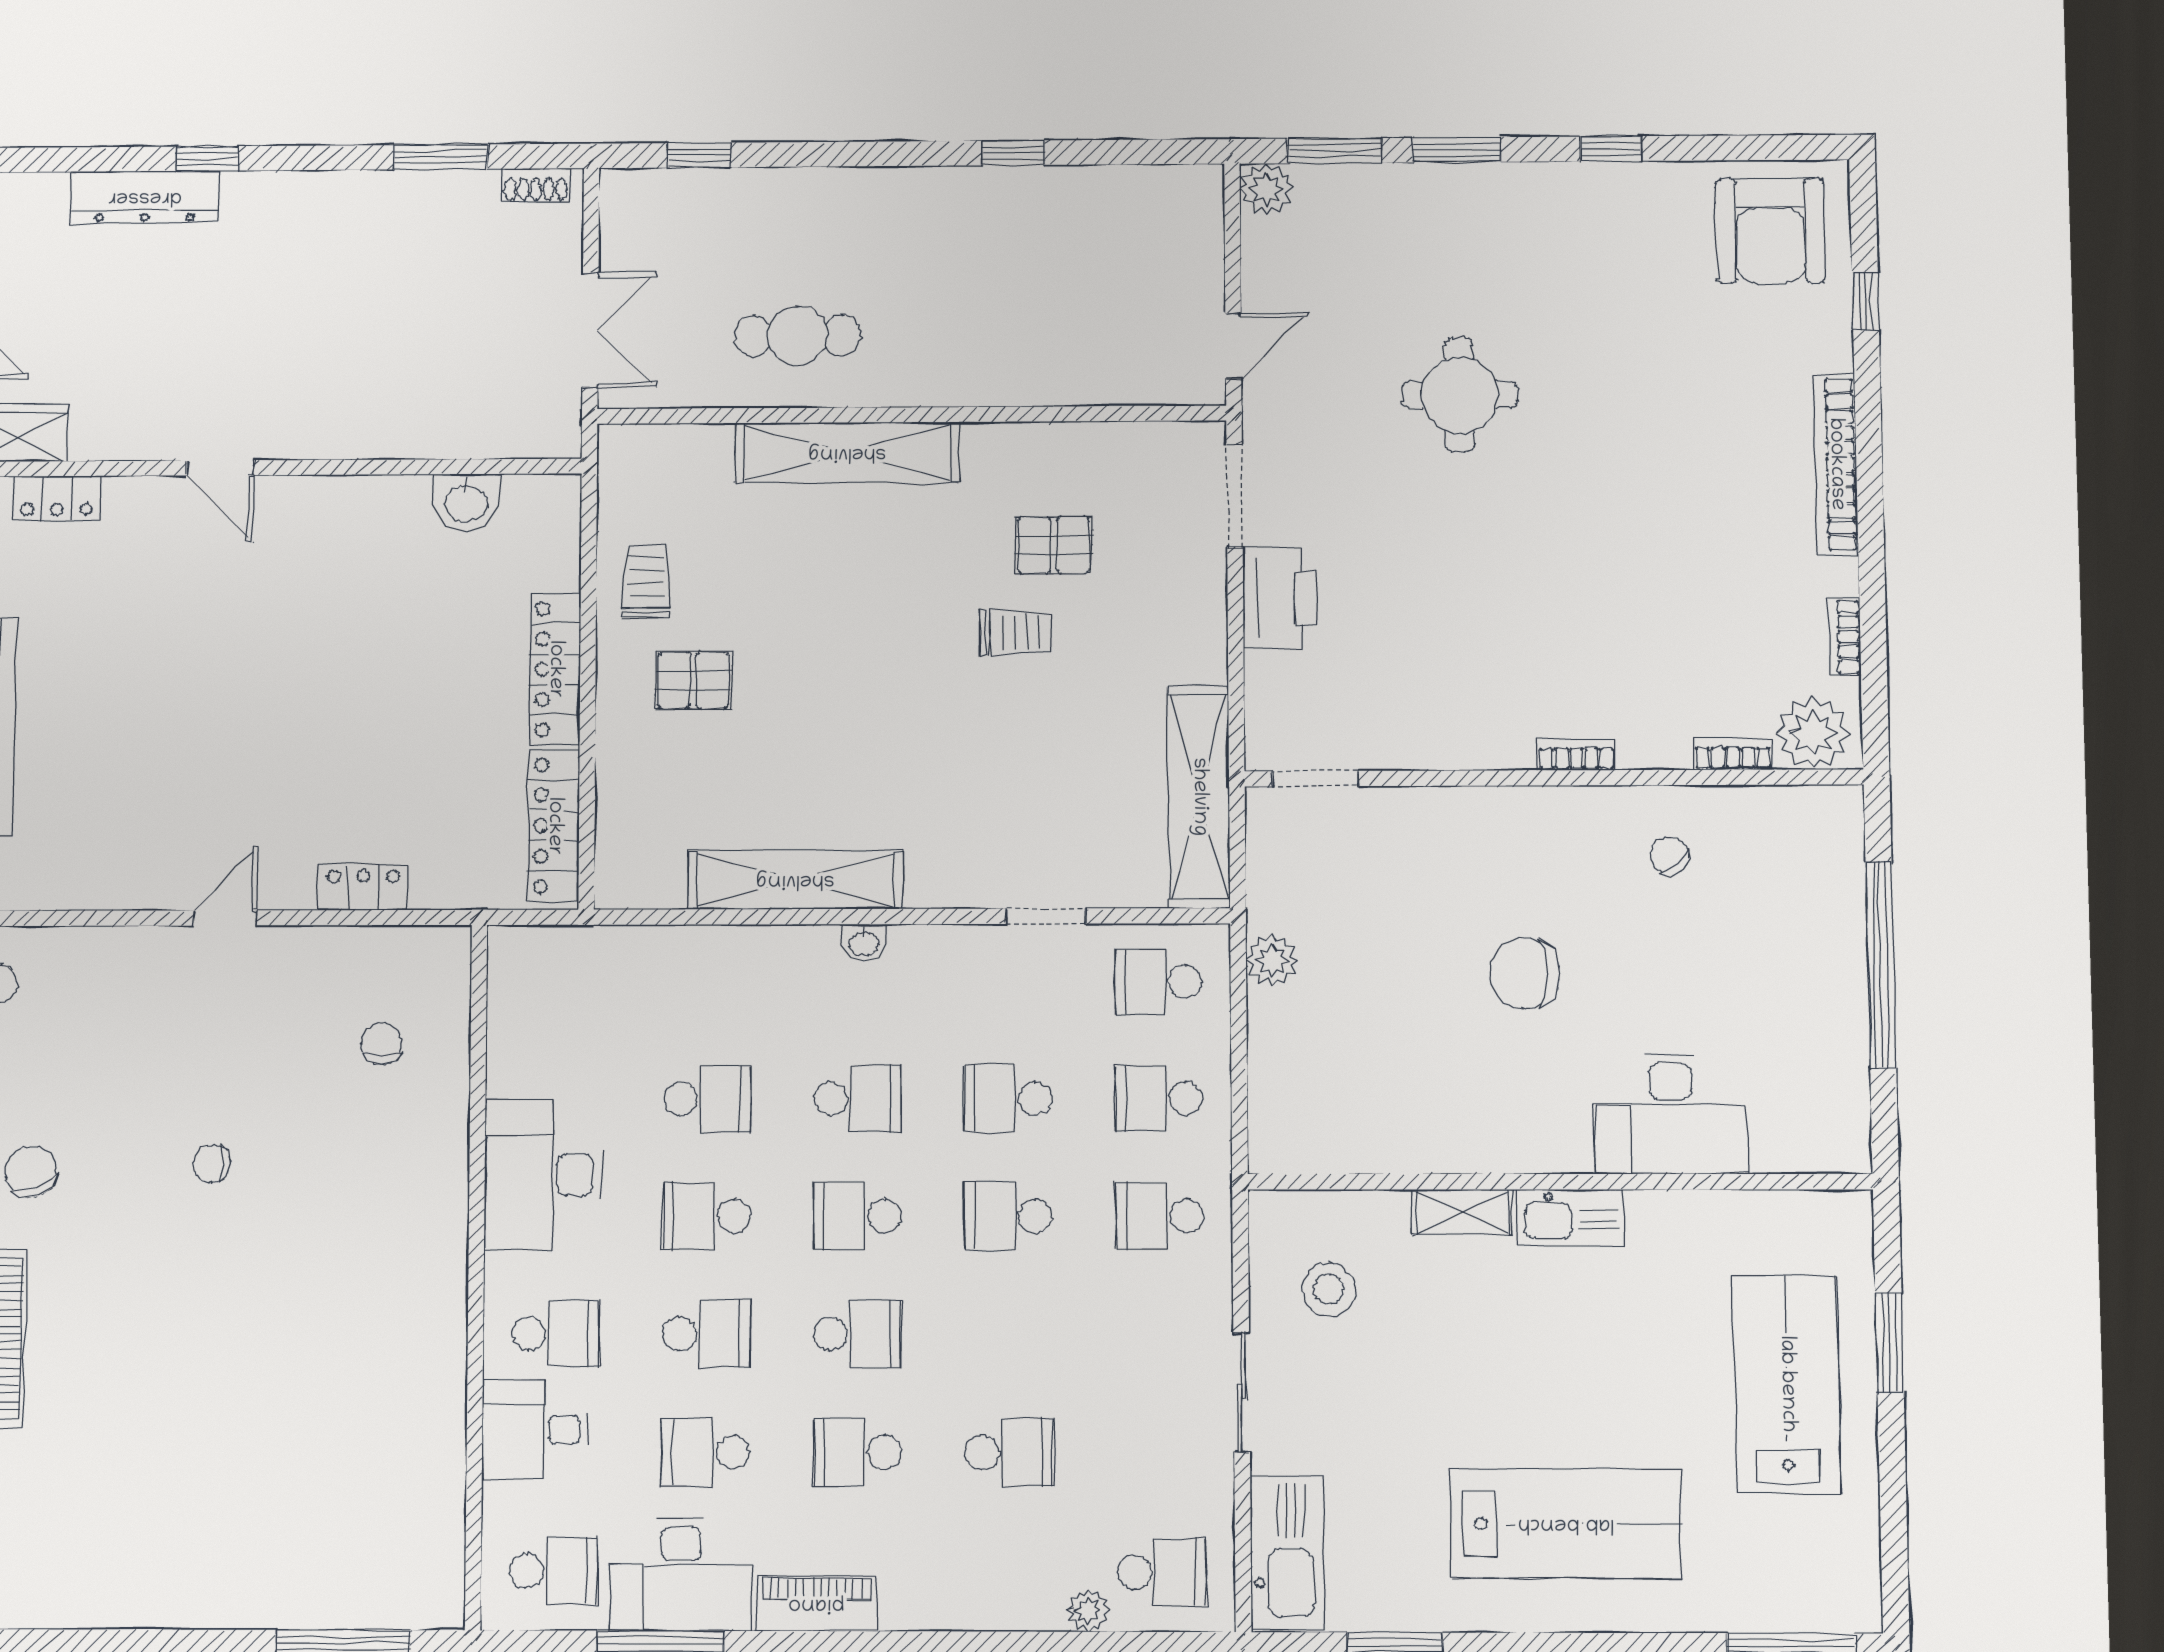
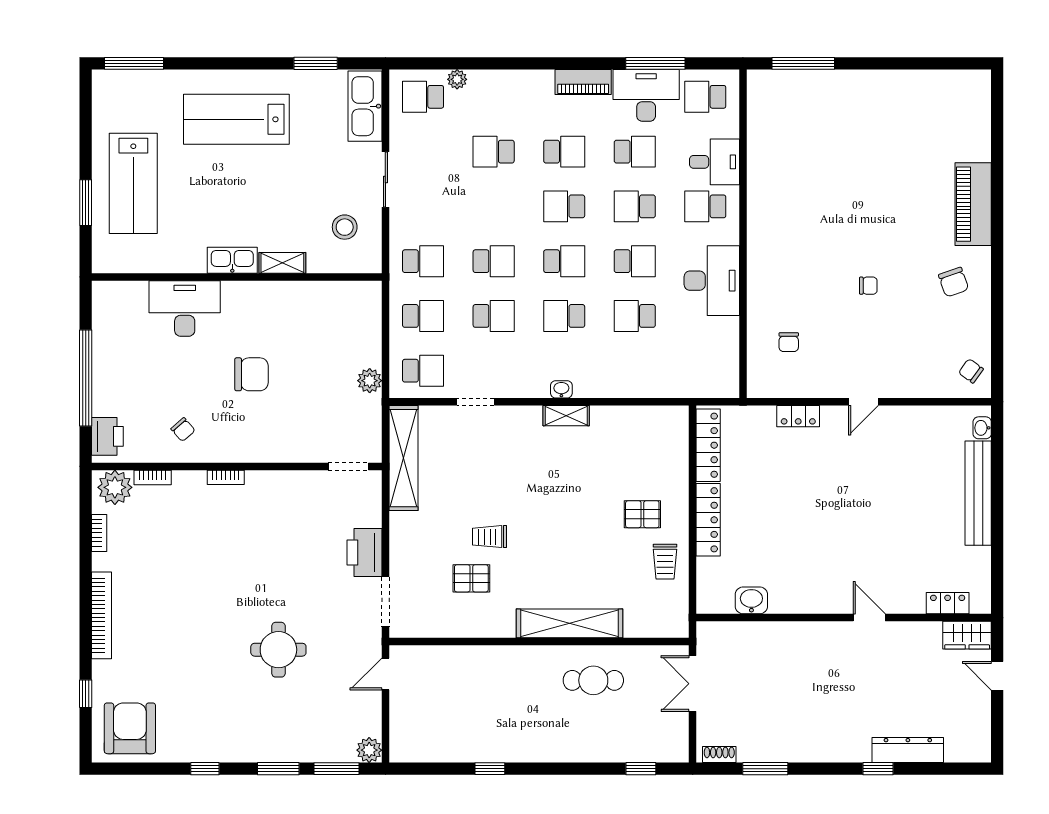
printer: (1831, 841) -> (107, 436), added
shelving: (795, 880) -> (566, 416), width x0.45, depth x0.75

